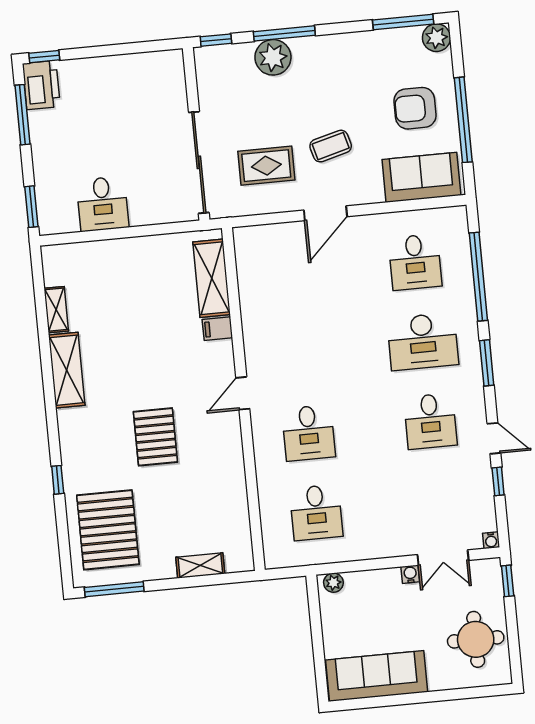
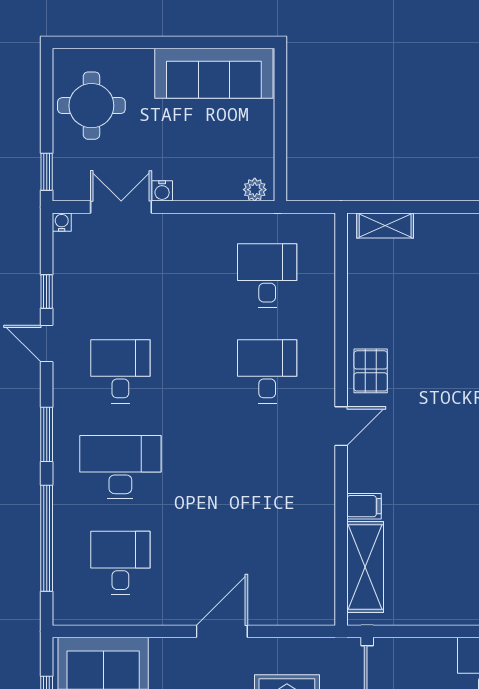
pallet: (155, 437) -> (371, 371), moved, width x0.67, depth x0.71
shelving: (200, 565) -> (385, 225), moved

